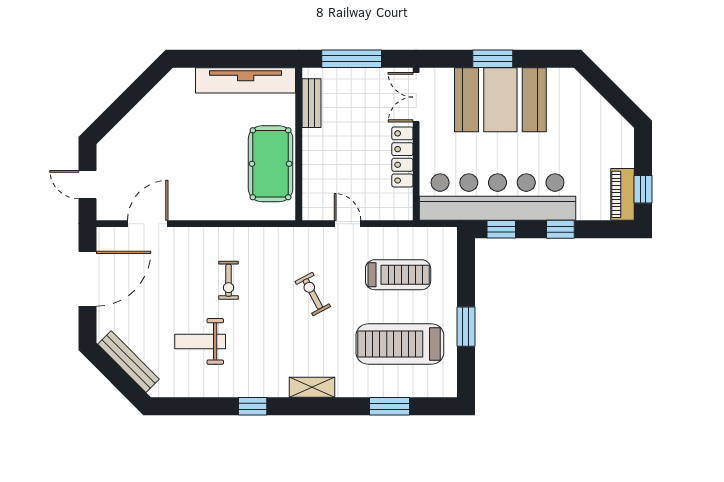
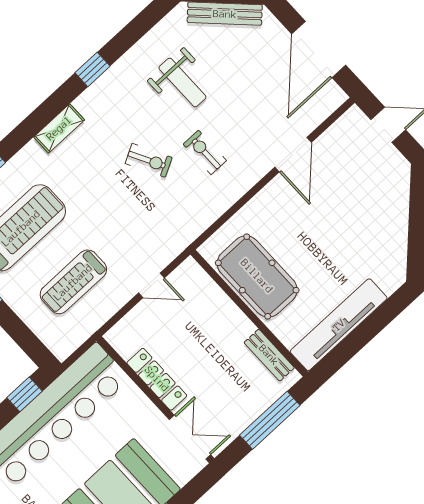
door: (148, 224) -> (293, 155), moved
exercise bike: (313, 294) -> (149, 160), moved
weight bench: (200, 341) -> (182, 83), turned 90

